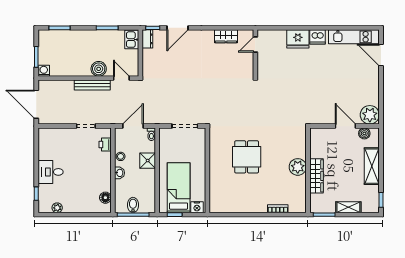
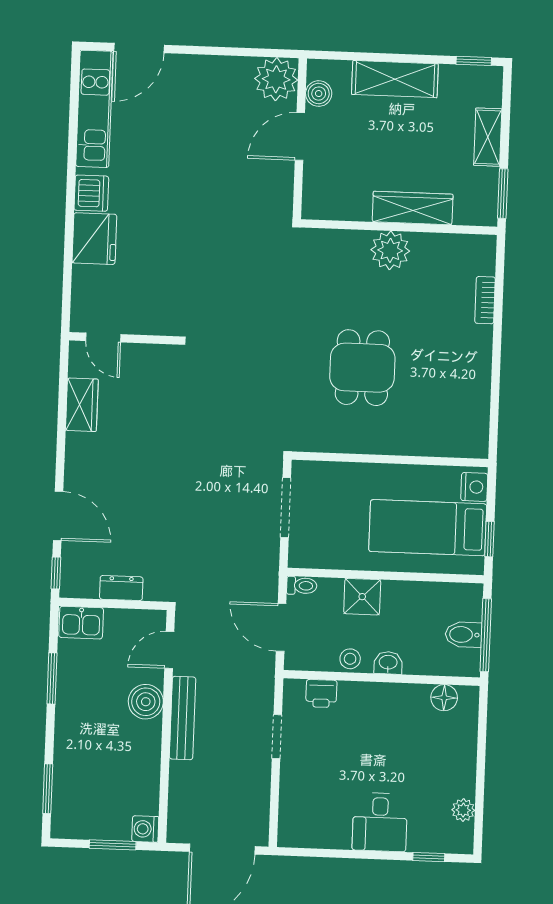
dresser: (147, 39) -> (121, 588), moved
dining table: (247, 157) -> (362, 368), turned 90

